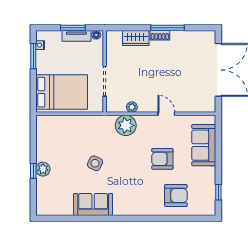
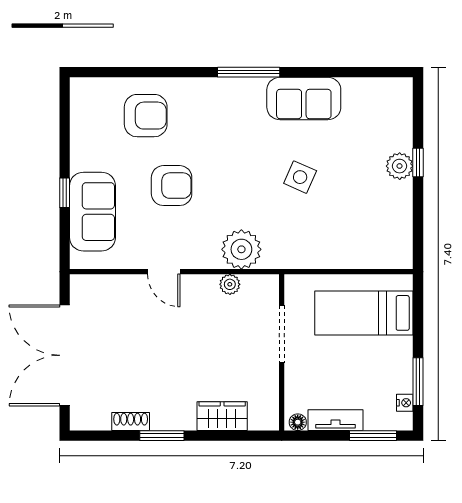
window: (73, 28) -> (373, 436), moved
window: (167, 28) -> (162, 436), width x0.69
shoe rack: (160, 35) -> (131, 421), moved
bed: (62, 92) -> (364, 313), width x0.67
window: (218, 192) -> (65, 193), moved
armchair: (176, 195) -> (146, 116), turned 180
window: (122, 218) -> (249, 72), added

